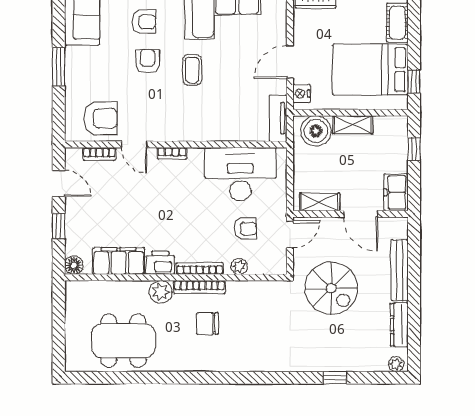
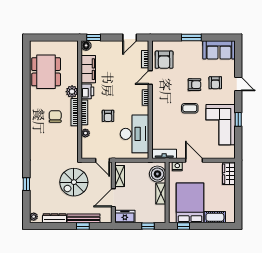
window: (59, 226) -> (94, 37), moved
armchair: (245, 229) -> (108, 116), moved
window: (414, 271) -> (83, 226), added

